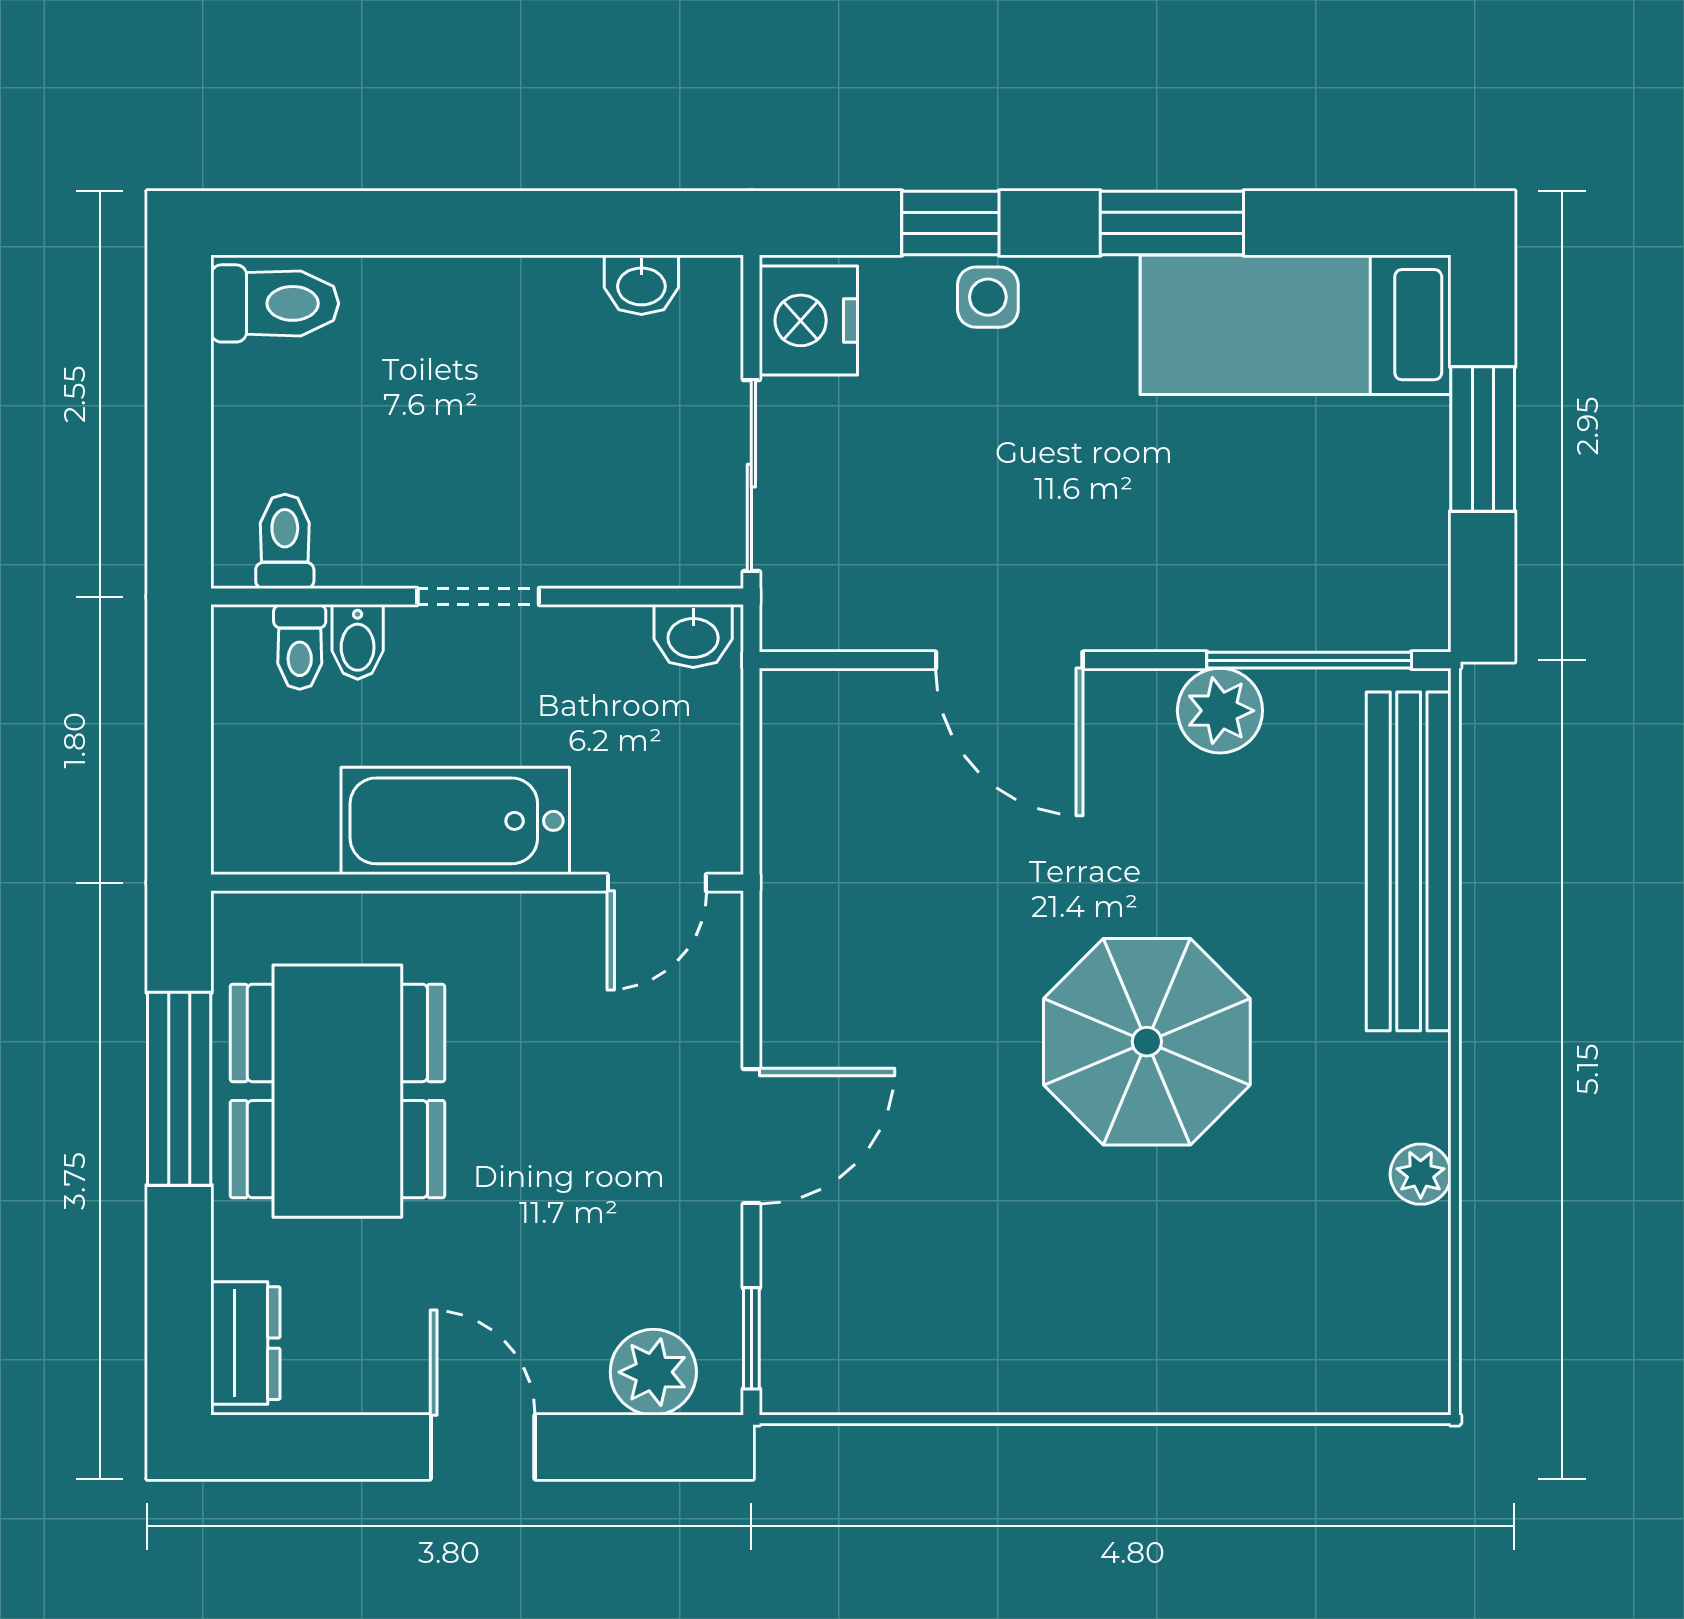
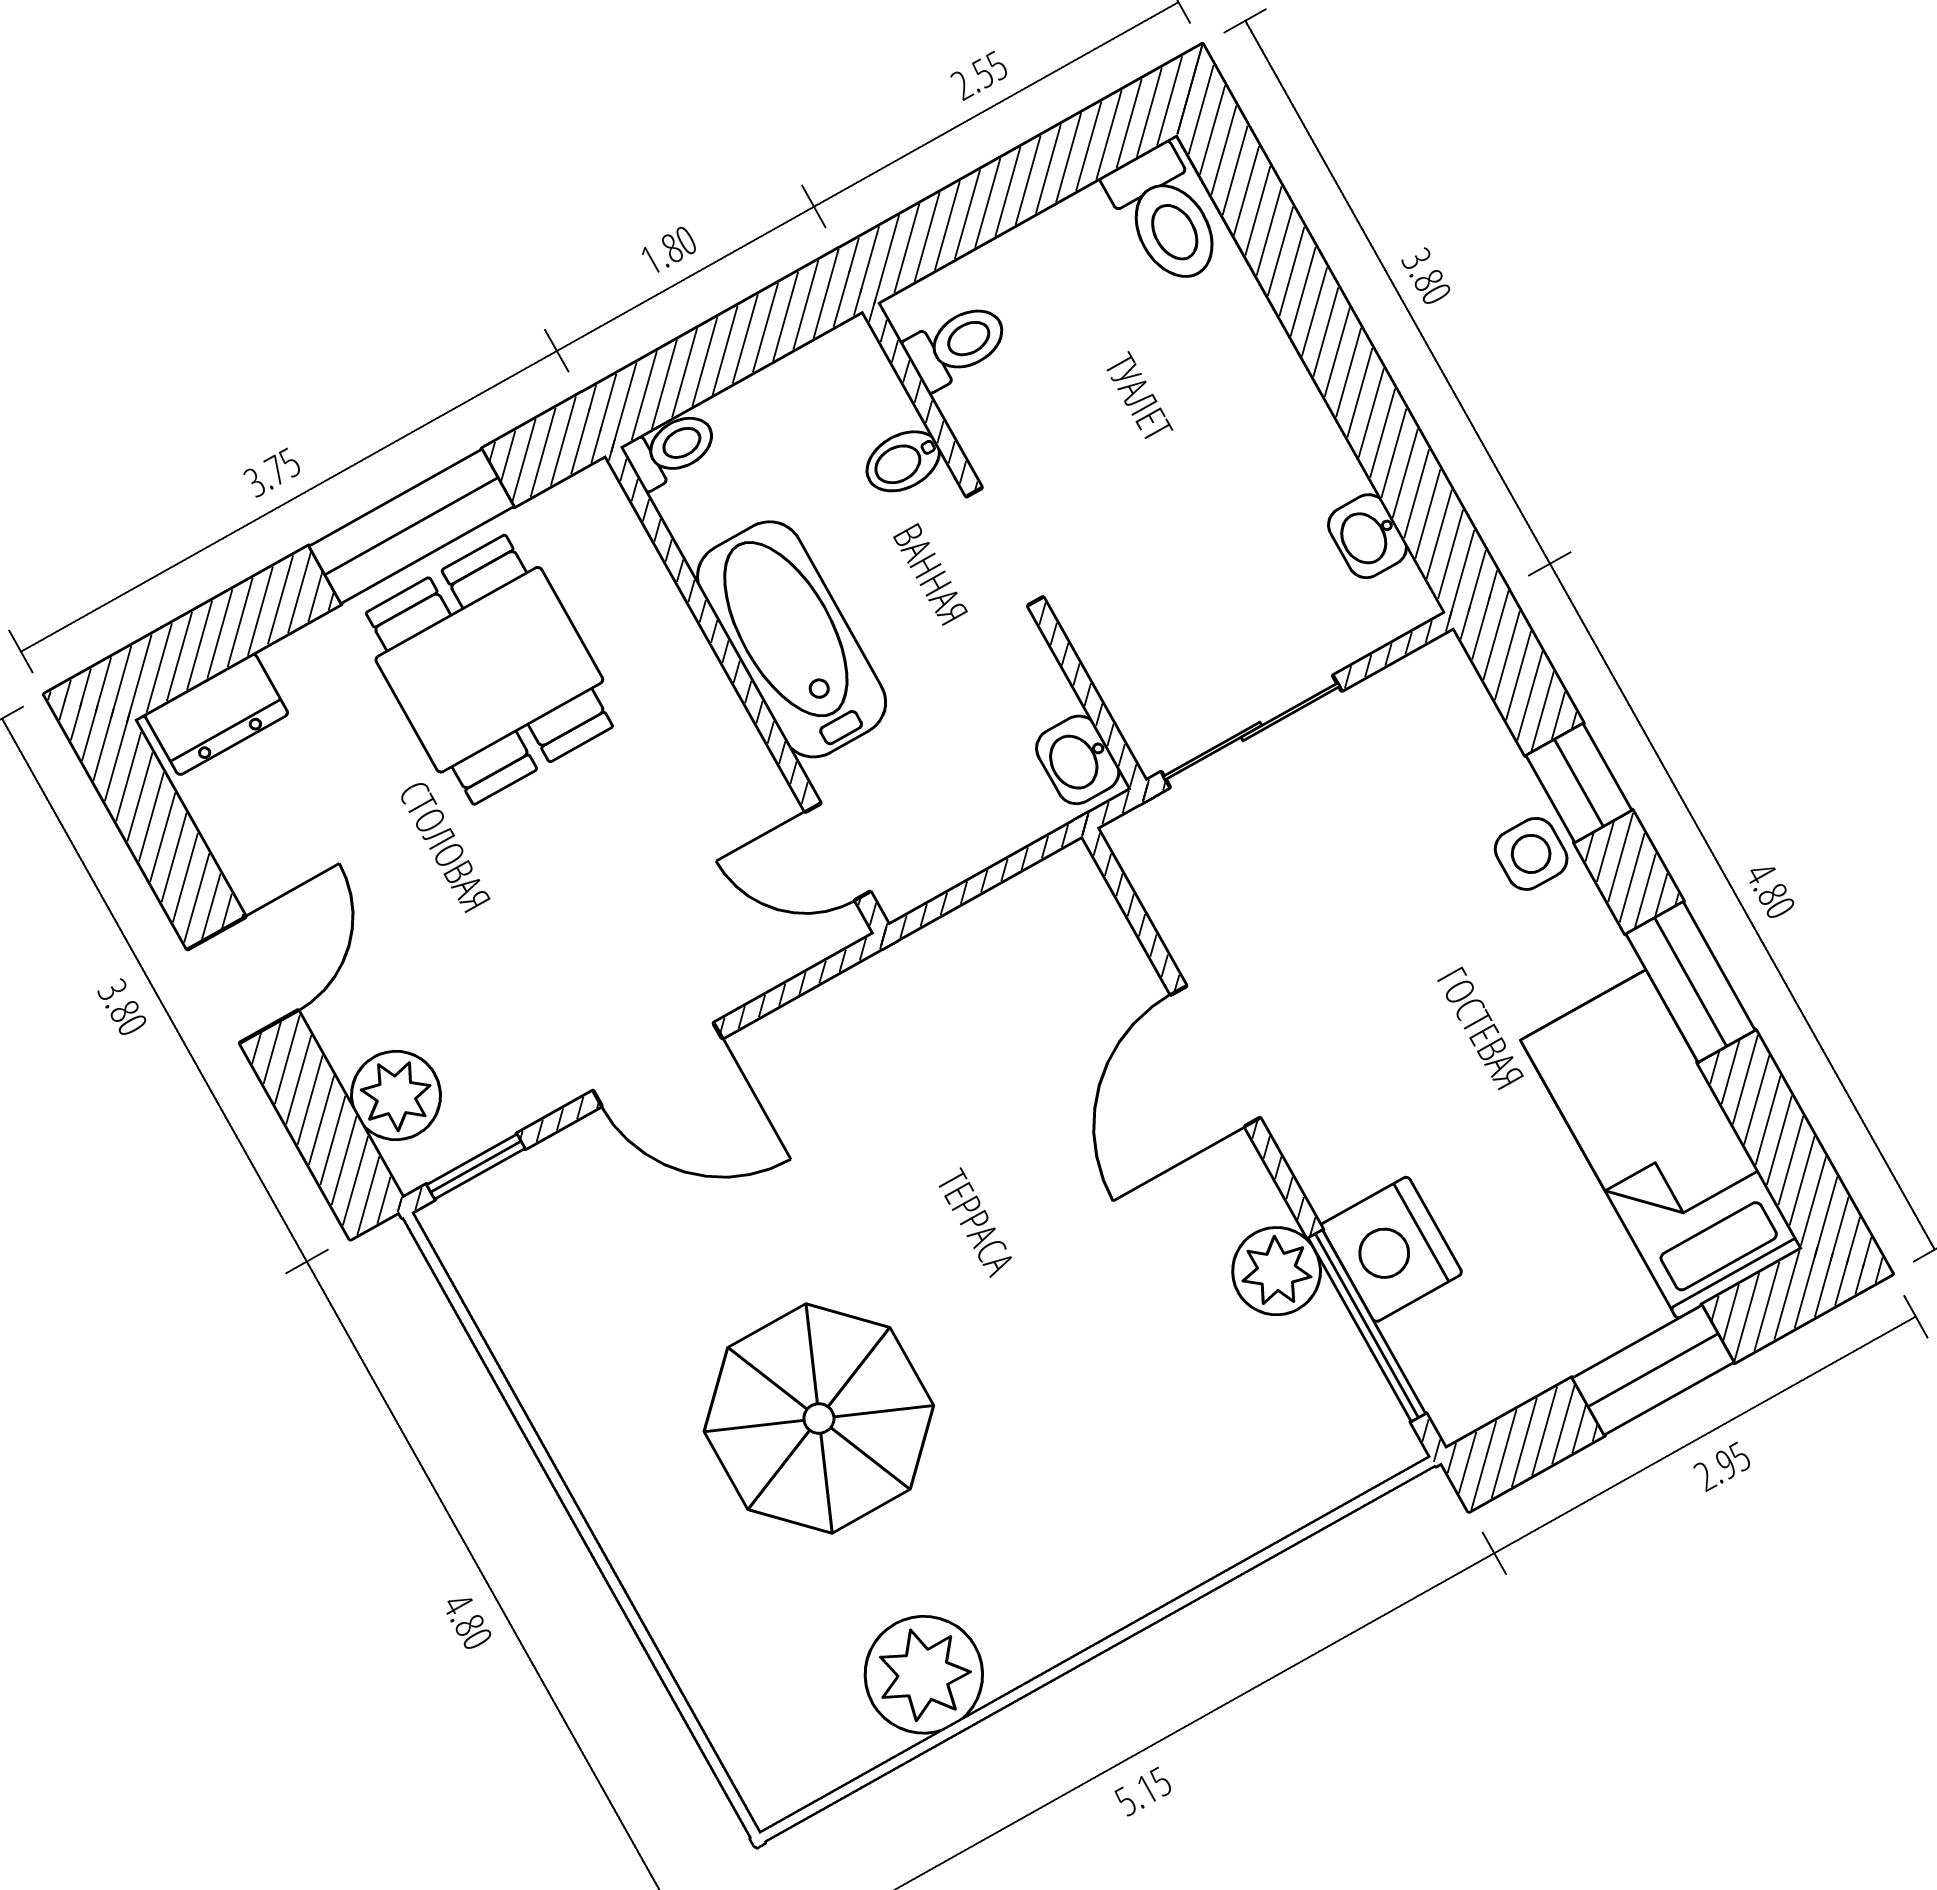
nightstand: (808, 320) -> (1391, 1249), moved, turned -90
toilet: (300, 647) -> (671, 449), moved, turned 180
bench: (1409, 861) -> (1236, 1517), removed
parasol: (1147, 1042) -> (819, 1418), moved
dining table: (337, 1091) -> (489, 670), width x0.73
plant: (1421, 1174) -> (924, 1675), width x1.88, depth x1.88

